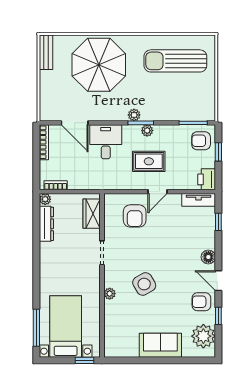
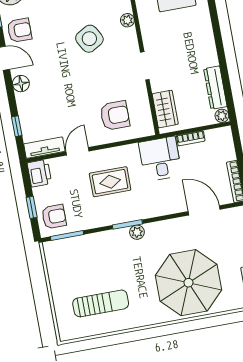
sun lounger: (175, 61) -> (101, 303), width x0.73, depth x0.75
plant: (147, 131) -> (119, 217), removed
desk: (106, 142) -> (160, 159), moved, turned 180
bookcase: (56, 185) -> (191, 138), moved
door: (158, 192) -> (78, 151), moved
armchair: (135, 216) -> (115, 115), turned 90

